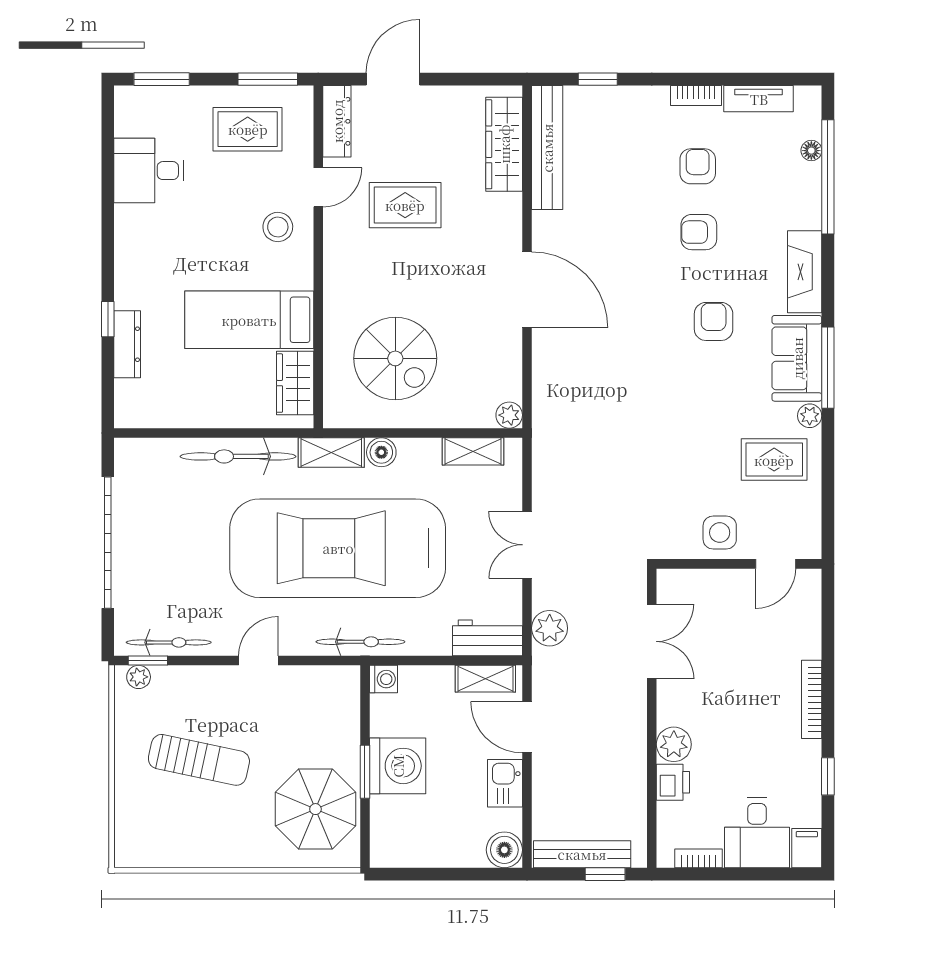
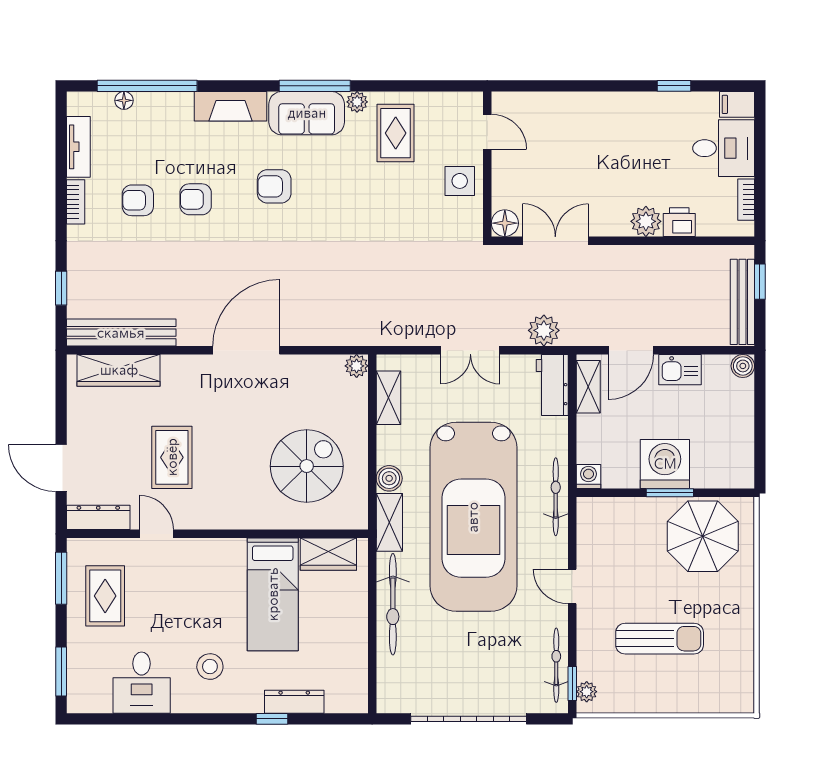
stool: (278, 227) -> (210, 667), moved
armchair: (699, 232) -> (196, 199), turned 90
floor lamp: (672, 584) -> (505, 223), added
bookcase: (812, 699) -> (606, 100), removed
sun lounger: (199, 760) -> (660, 639), turned 78
boiler: (504, 850) -> (743, 366), width x0.73, depth x0.73

